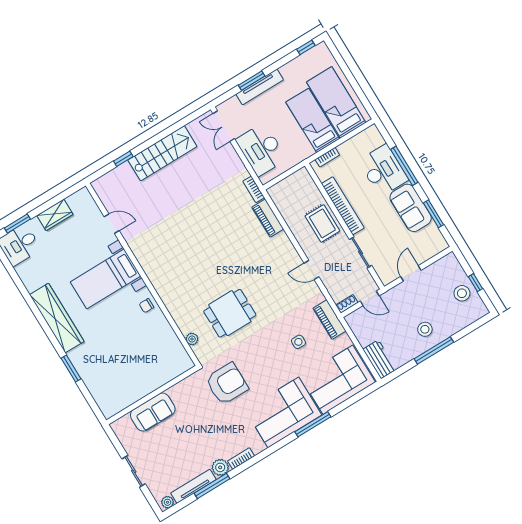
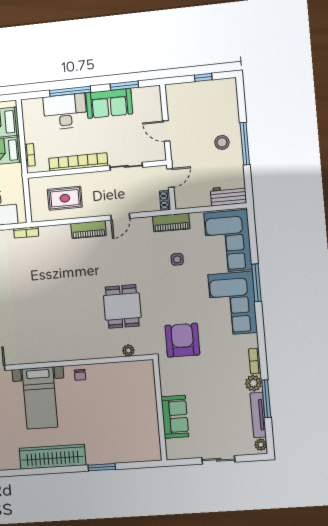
piano: (268, 218) -> (89, 230), moved
rug: (322, 223) -> (65, 198), moved
stool: (462, 293) -> (206, 94), removed

